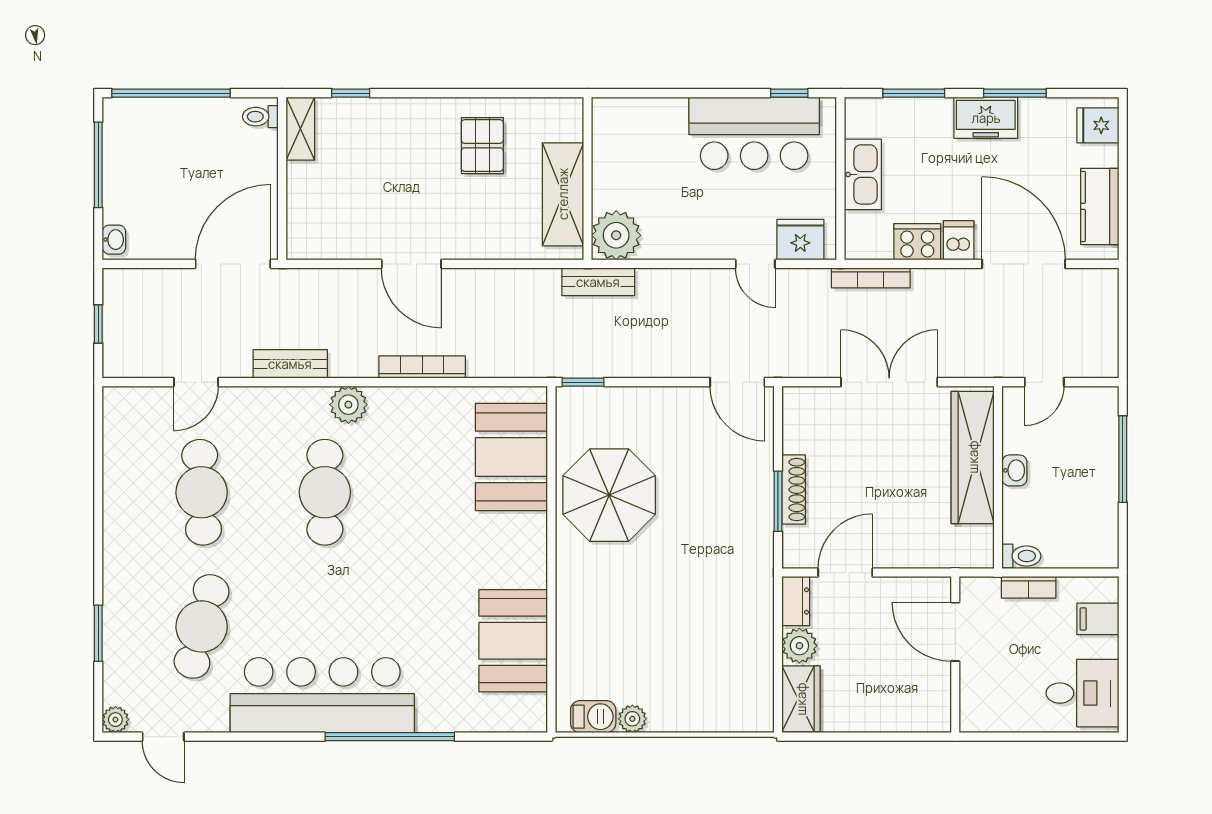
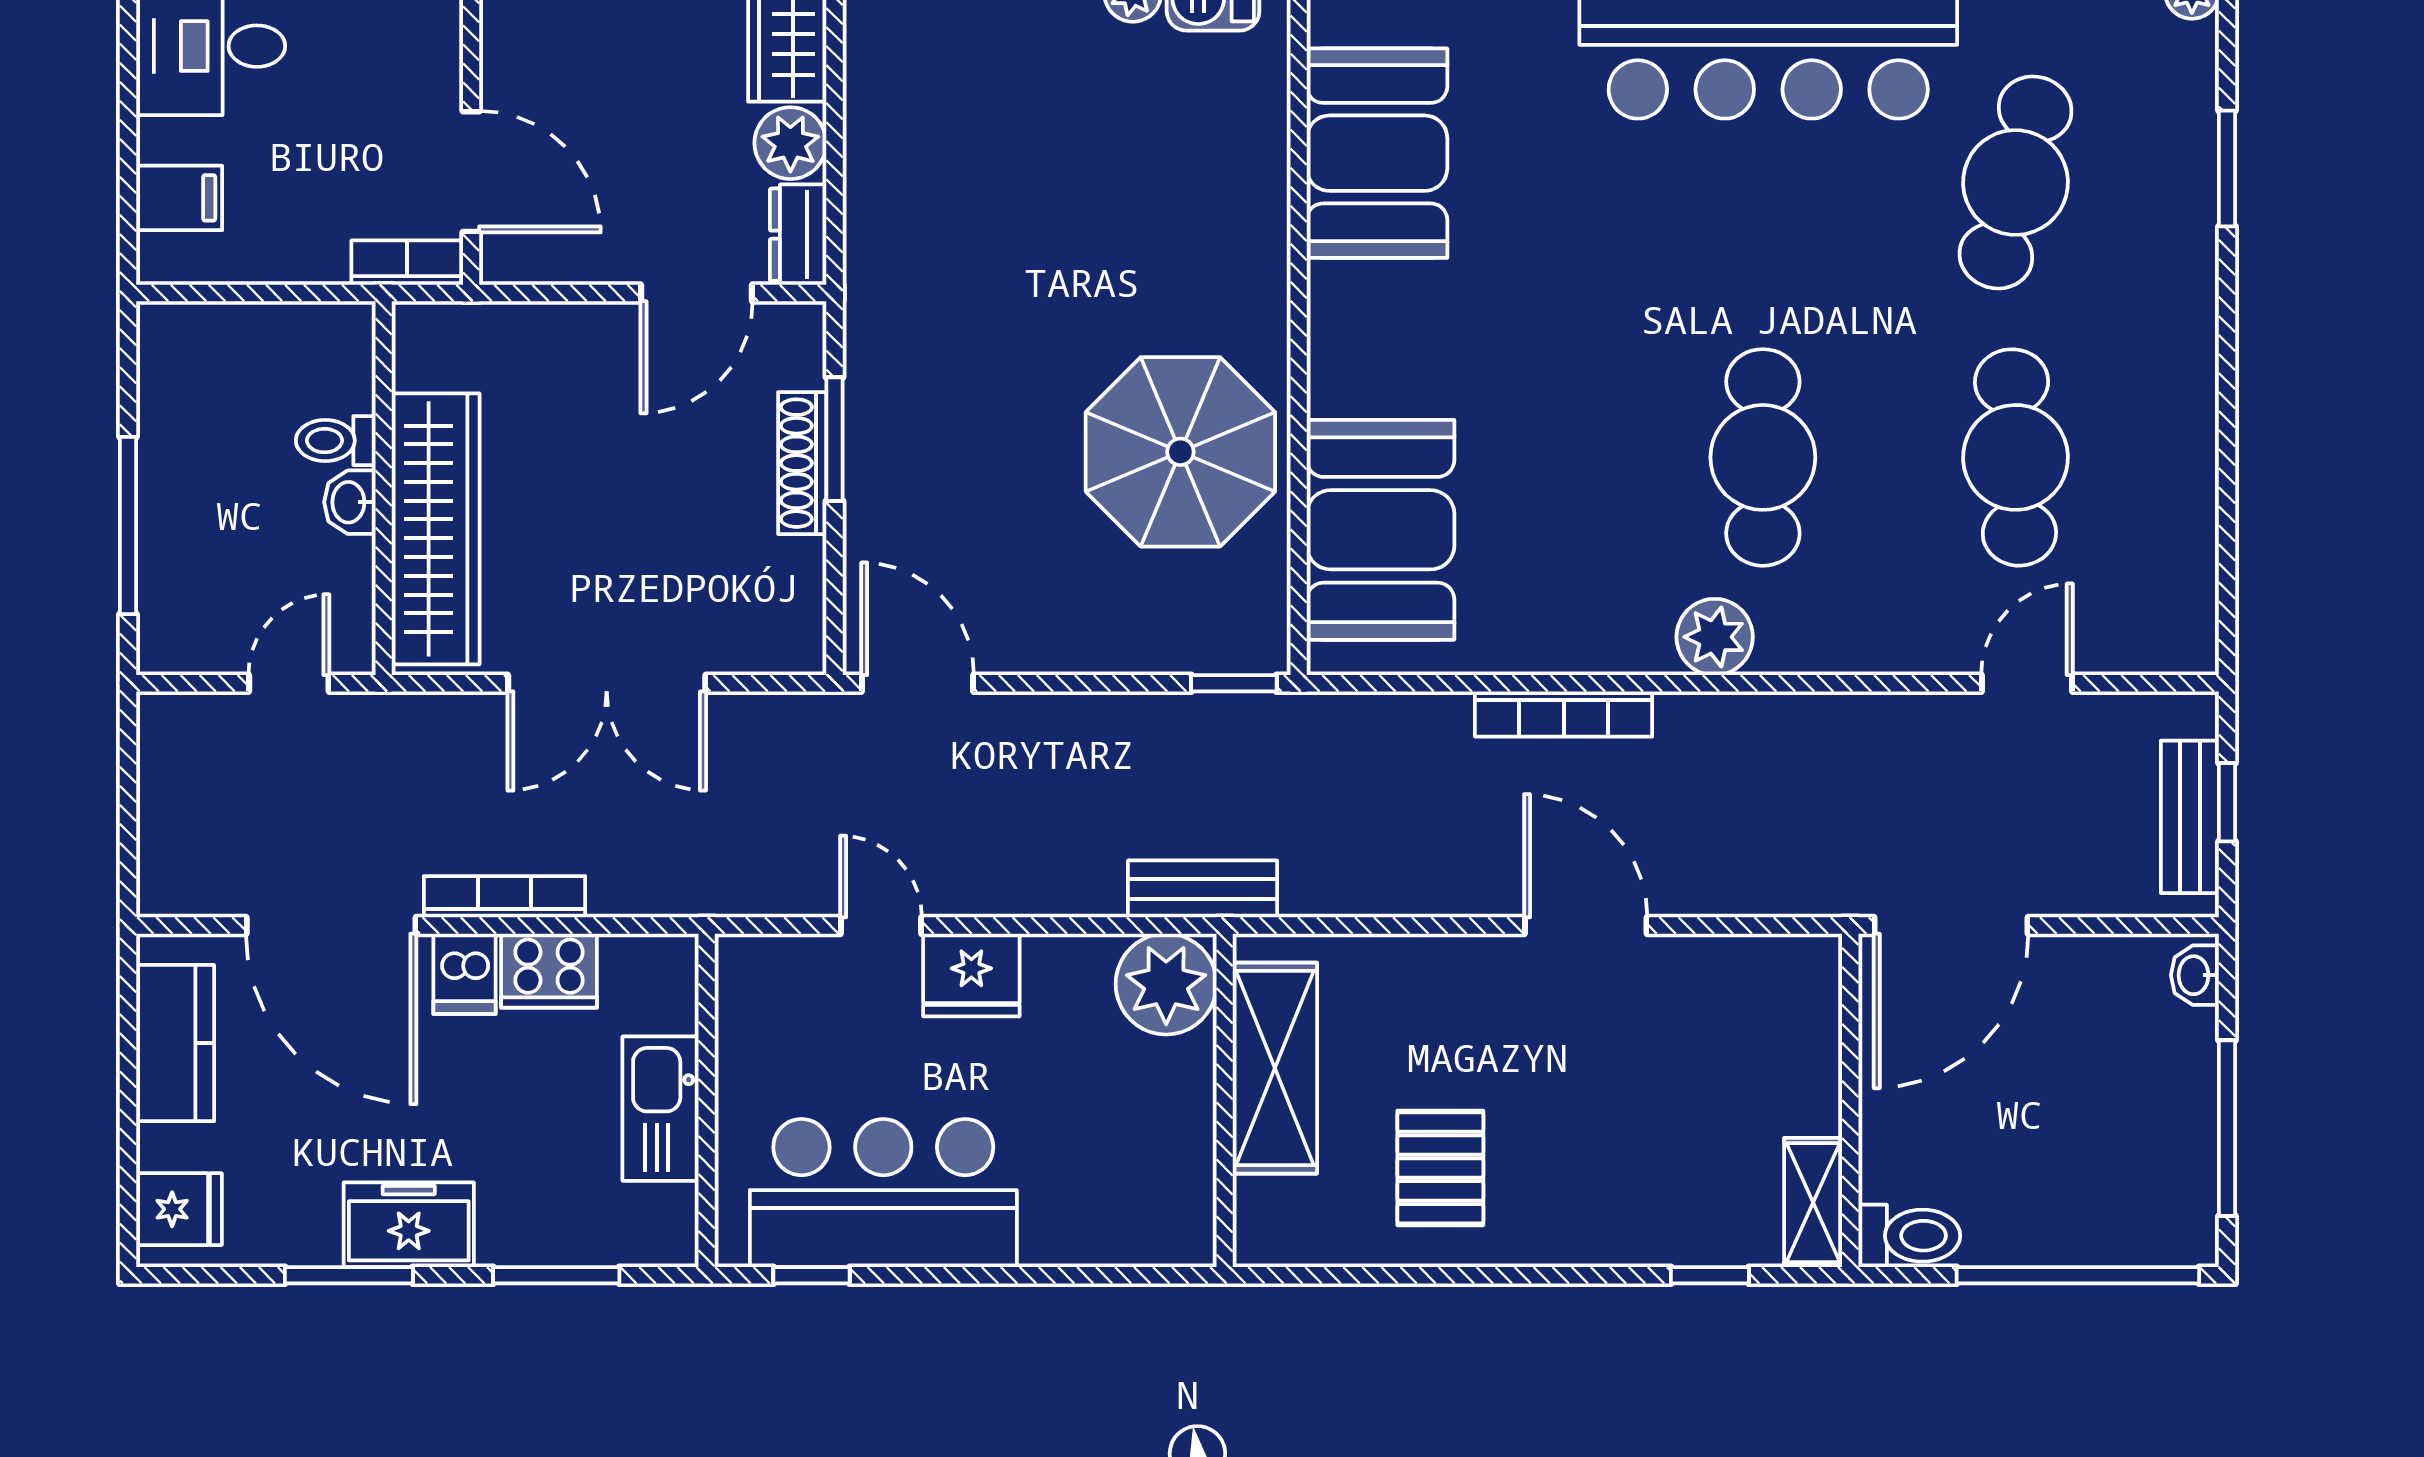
toilet: (260, 117) -> (1909, 1236), width x1.37, depth x1.39
fridge: (800, 240) -> (971, 975), moved
bookcase: (871, 278) -> (505, 897), moved
bench: (290, 364) -> (2190, 817), moved, turned 90
toilet: (1021, 556) -> (336, 441), moved
bookcase: (1029, 587) -> (407, 263), moved

